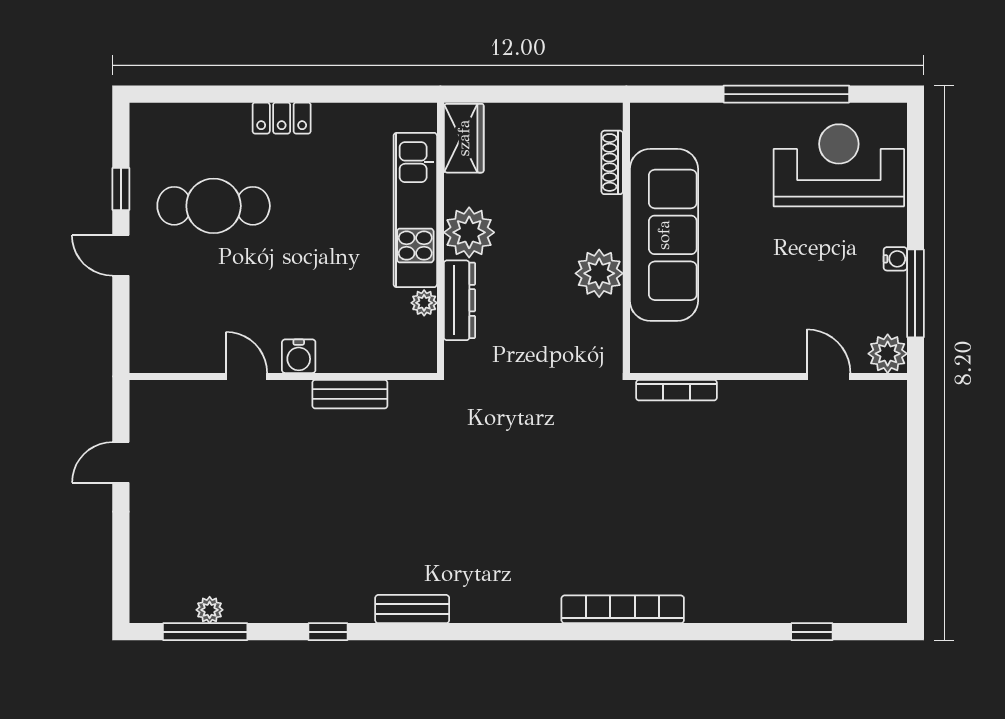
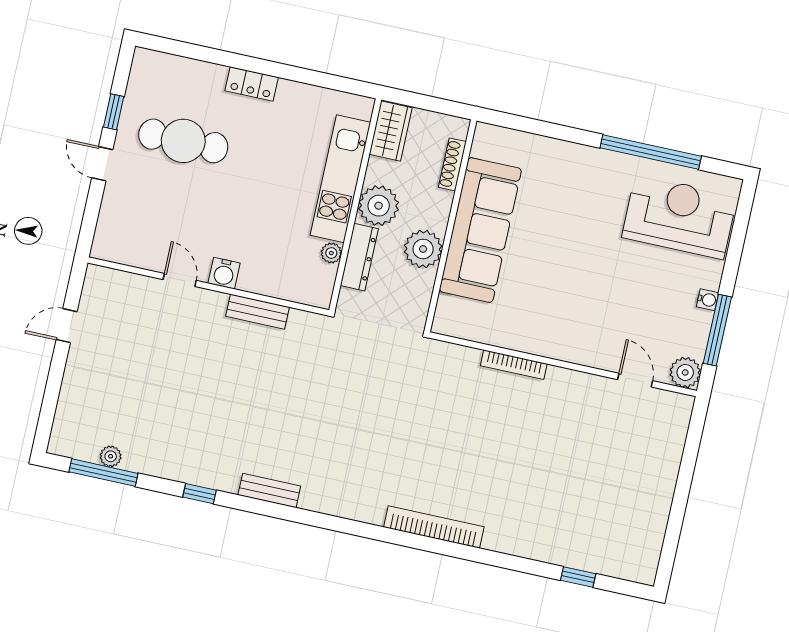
shoe rack: (612, 162) -> (452, 164), moved
sofa: (664, 235) -> (480, 230), moved
wall: (626, 238) -> (450, 226), moved
plant: (599, 273) -> (423, 249), moved

